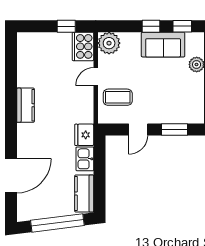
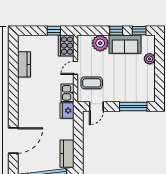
plant: (109, 43) -> (100, 43), moved
kitchen counter: (26, 105) -> (24, 64), moved
door: (138, 129) -> (96, 107), moved
window: (174, 129) -> (133, 107), width x1.44
kitchen sink: (85, 159) -> (67, 93), moved

